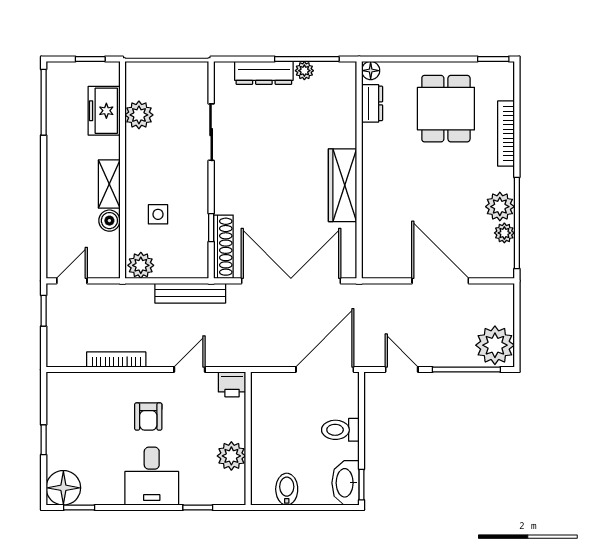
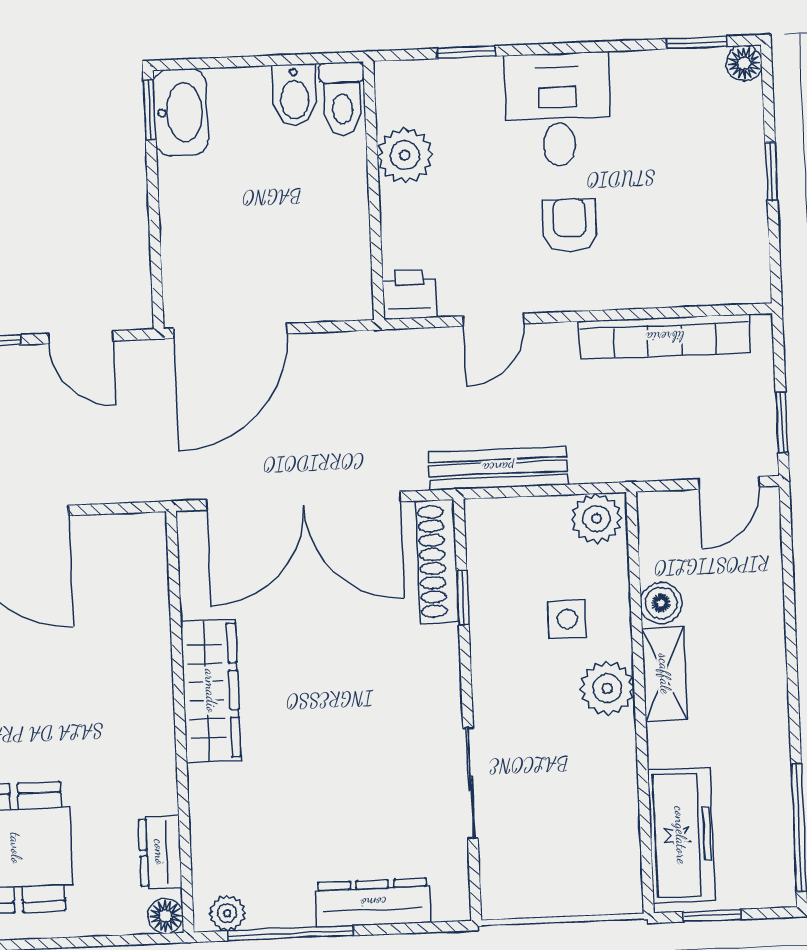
plant: (304, 71) -> (227, 913), moved
freezer: (104, 111) -> (681, 835), width x1.40
plant: (139, 115) -> (607, 688), moved
bookcase: (116, 359) -> (665, 337), width x1.48, depth x1.31
toilet: (340, 430) -> (342, 99), moved, turned 90
floor lamp: (63, 488) -> (744, 63), width x0.53, depth x0.53

